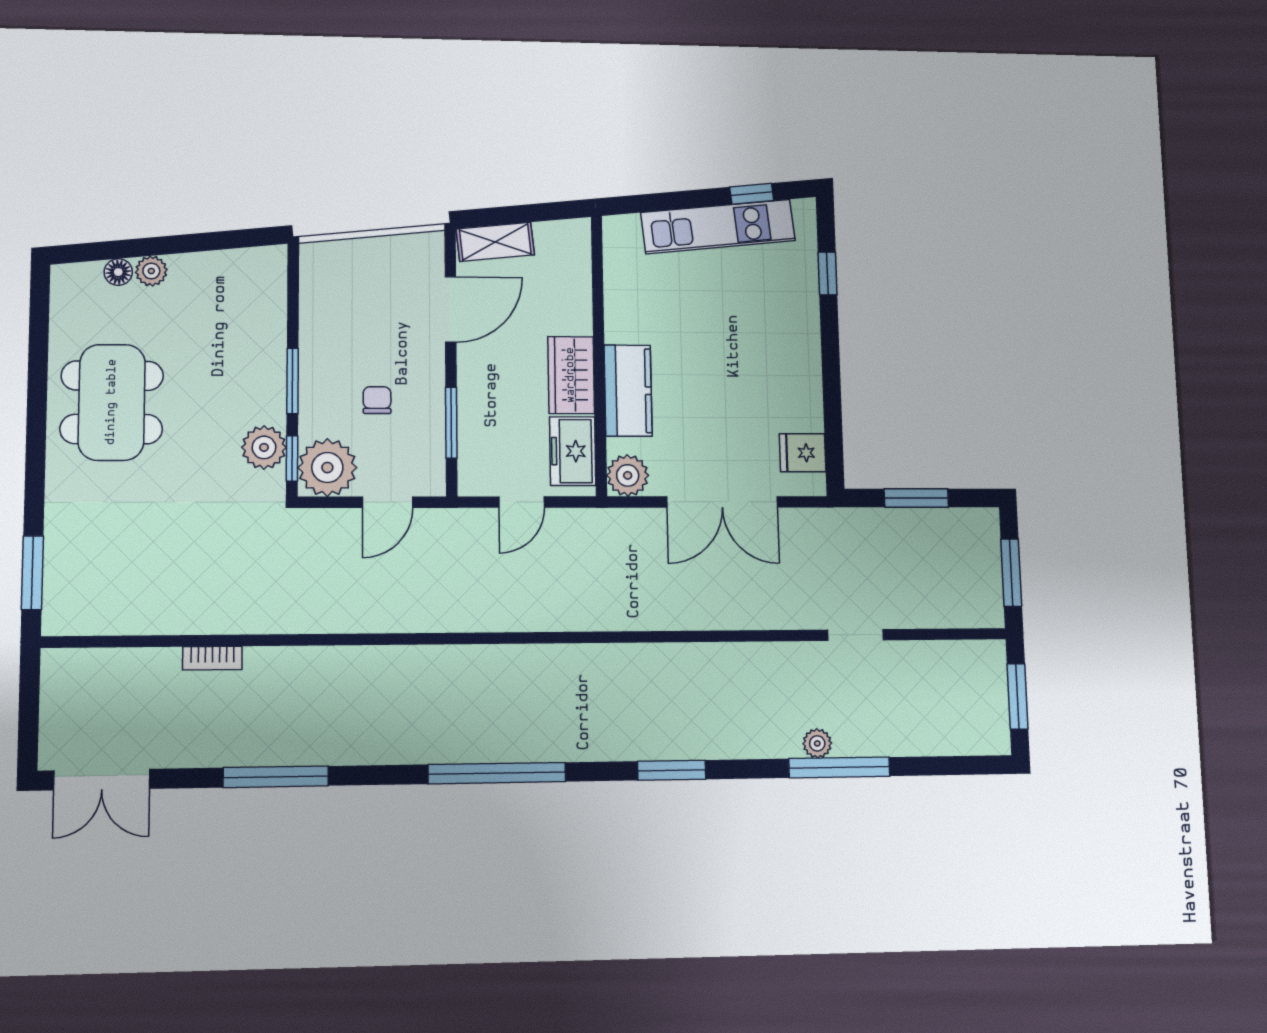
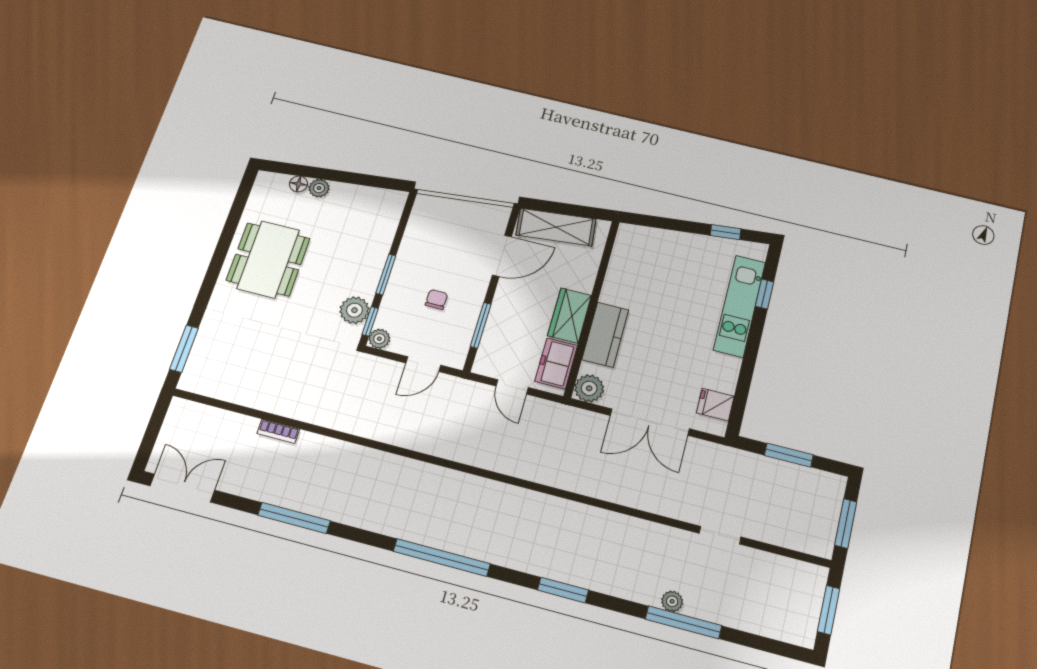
kitchen unit: (718, 227) -> (740, 306), moved, turned 96
shelving: (495, 242) -> (556, 227), width x1.50, depth x1.33
plant: (327, 468) -> (379, 339), width x0.53, depth x0.53
door: (522, 502) -> (512, 387), hinge flipped
double door: (102, 780) -> (182, 488), swing flipped

